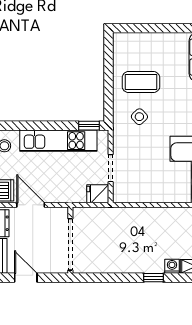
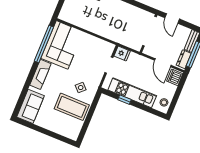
coffee table: (141, 82) -> (72, 107), width x1.36, depth x1.32
window: (89, 126) -> (125, 100), moved
door: (26, 278) -> (172, 18), moved

